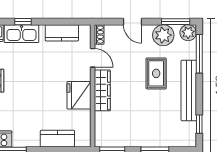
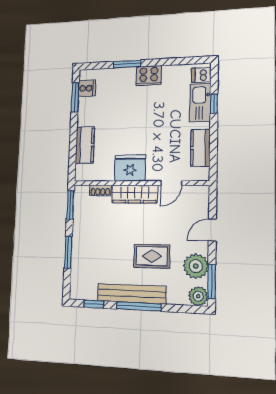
shoe rack: (99, 35) -> (100, 190), moved
window: (199, 54) -> (139, 306), moved

